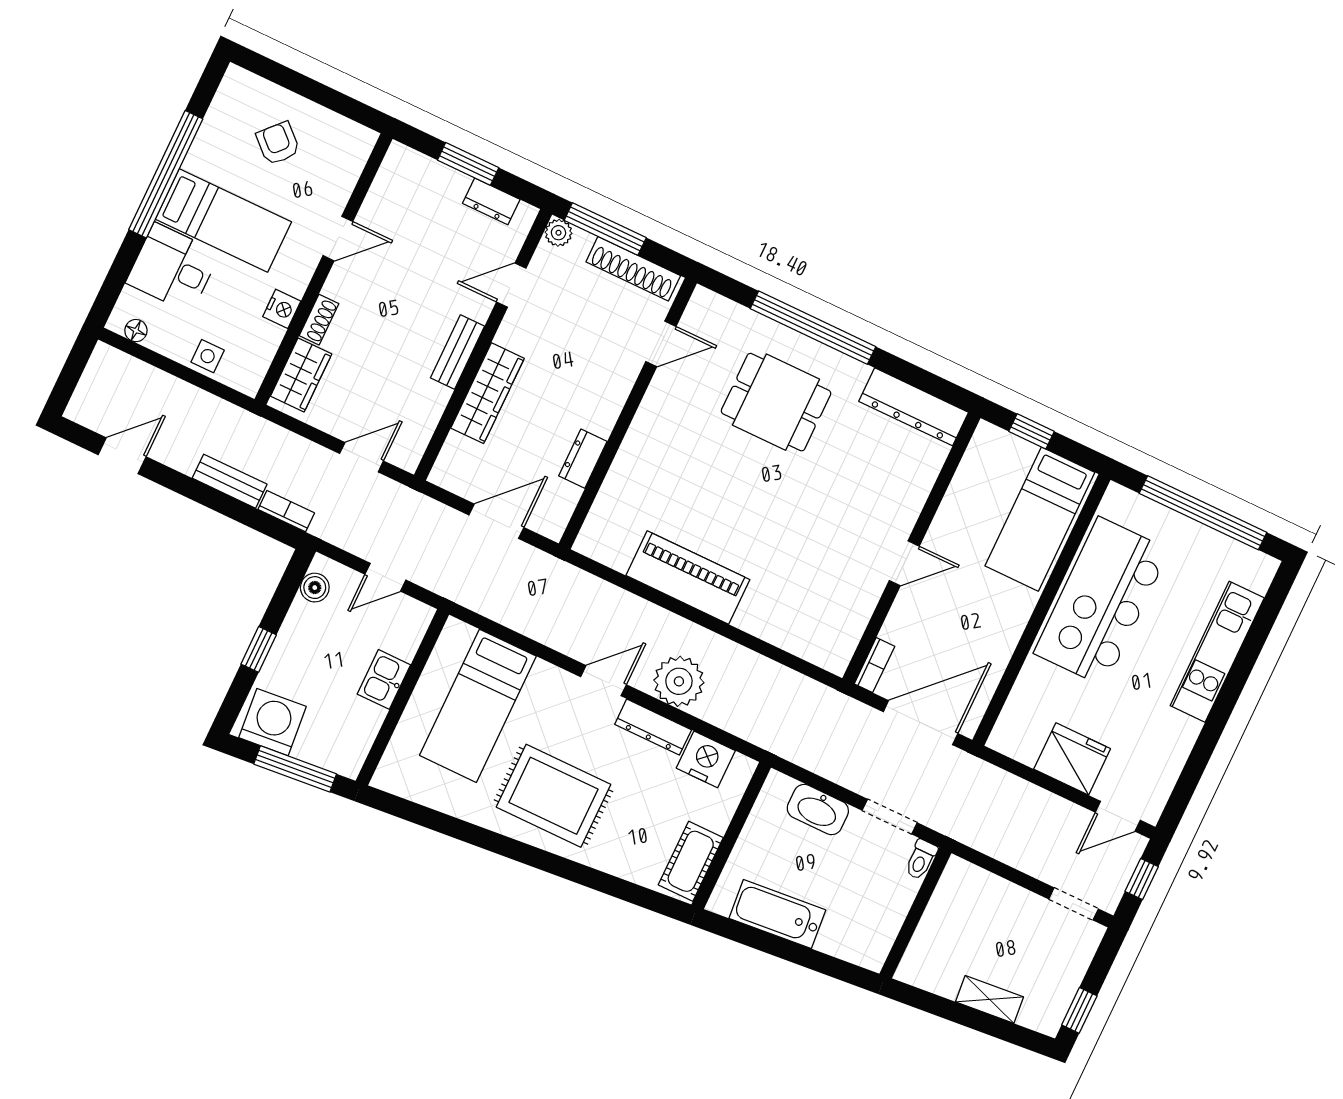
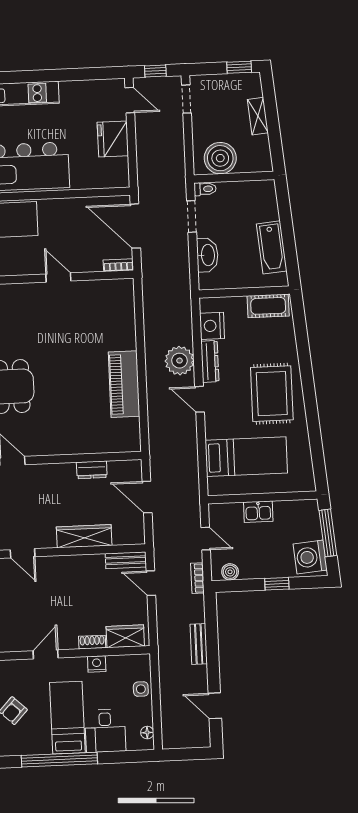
door: (338, 239) -> (46, 654), hinge flipped
bench: (457, 352) -> (126, 560), moved
bookcase: (286, 511) -> (197, 578), moved
boiler: (956, 908) -> (220, 158), added

